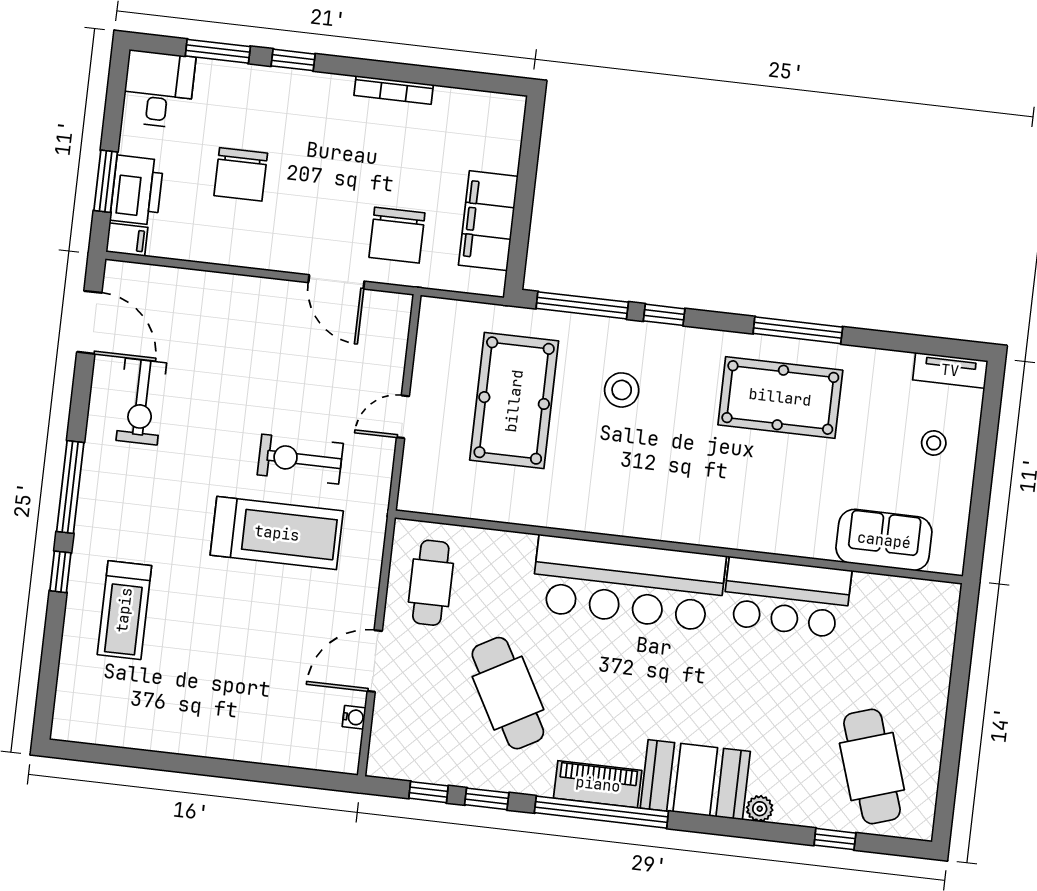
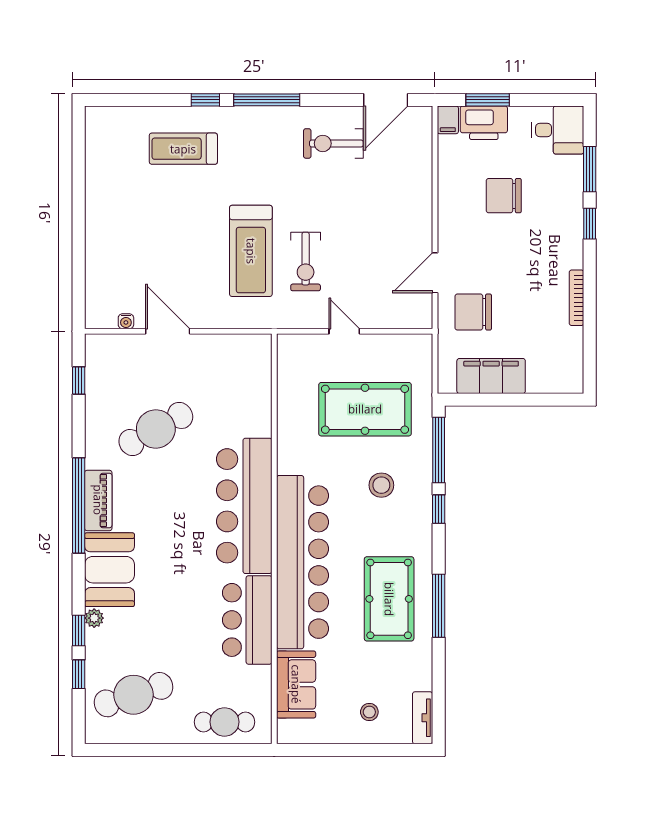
exercise bike: (300, 459) -> (306, 262), turned 180
bar counter: (716, 511) -> (303, 562), added
cafe table: (431, 583) -> (224, 722), moved
window: (487, 799) -> (79, 630), moved

